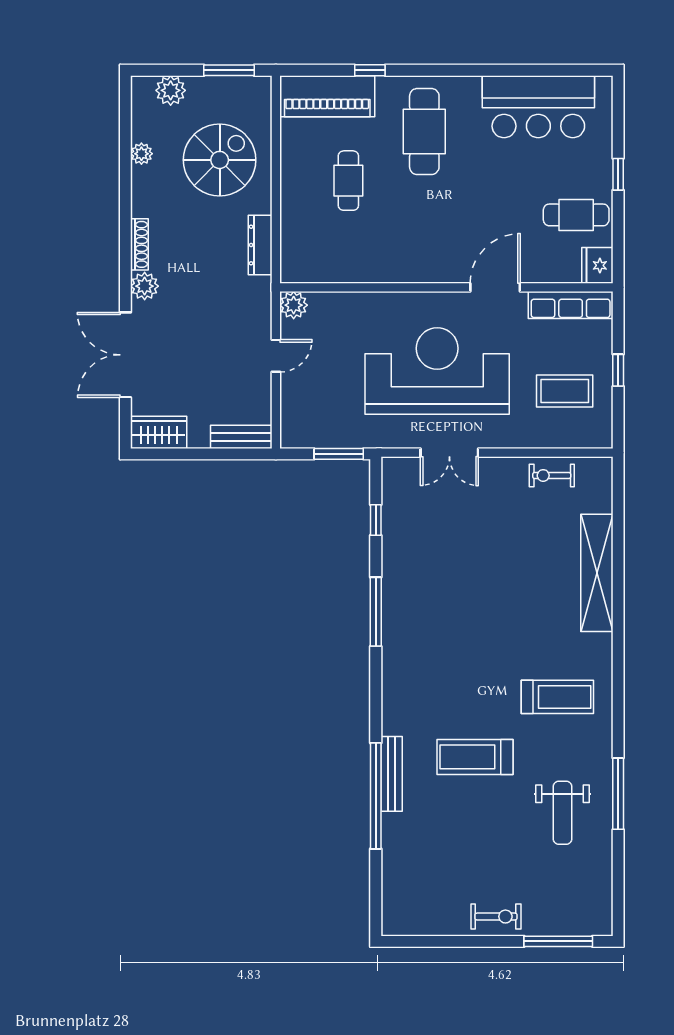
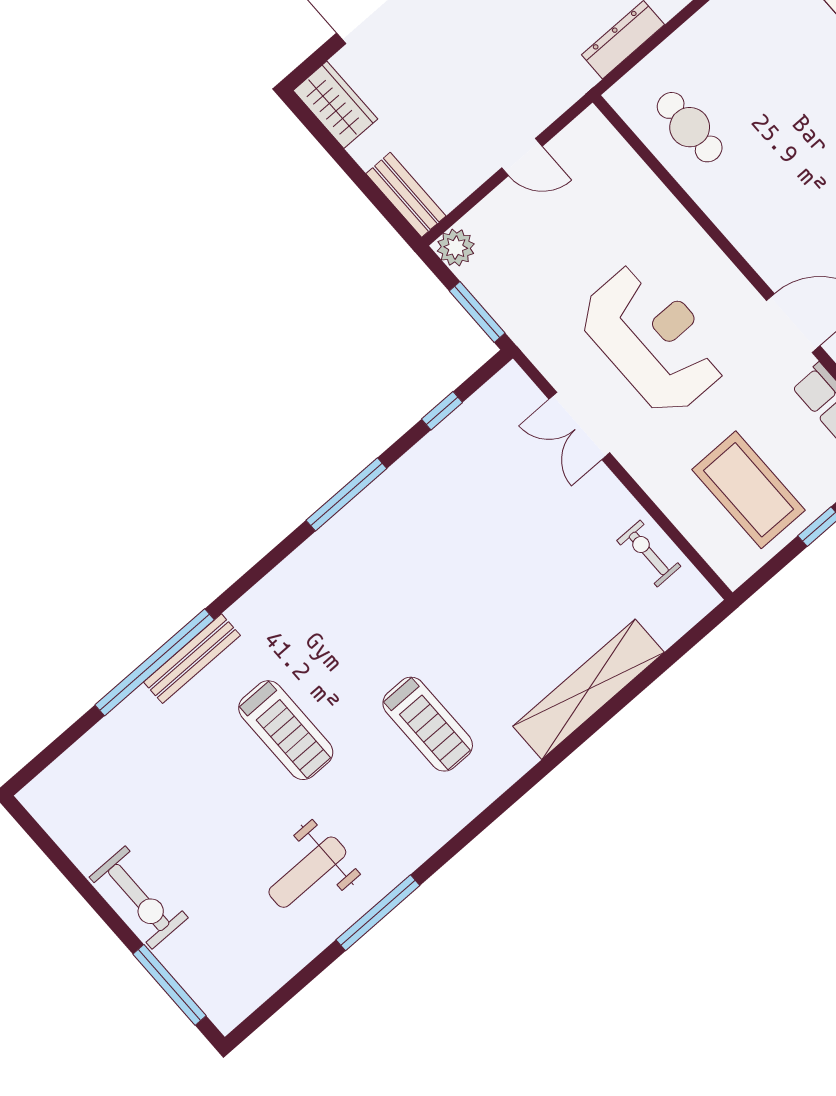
cafe table: (348, 181) -> (690, 127), moved, turned 90
plant: (294, 305) -> (456, 248), moved
reception desk: (437, 371) -> (653, 339), width x0.74, depth x0.77
coffee table: (565, 391) -> (749, 490), width x1.36, depth x1.32
treadmill: (557, 697) -> (428, 724), moved
treadmill: (475, 757) -> (286, 730), turned 180
exercise bike: (496, 917) -> (139, 897), width x1.38, depth x1.39

